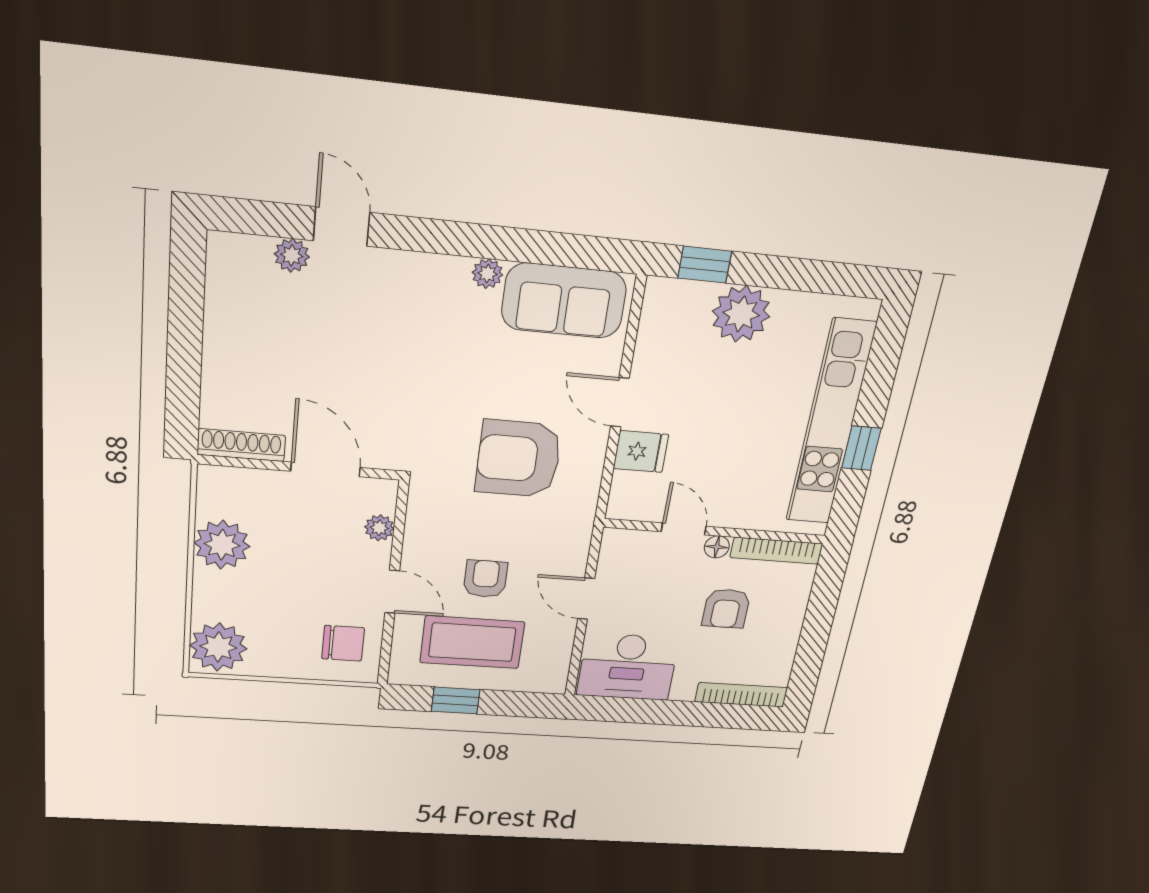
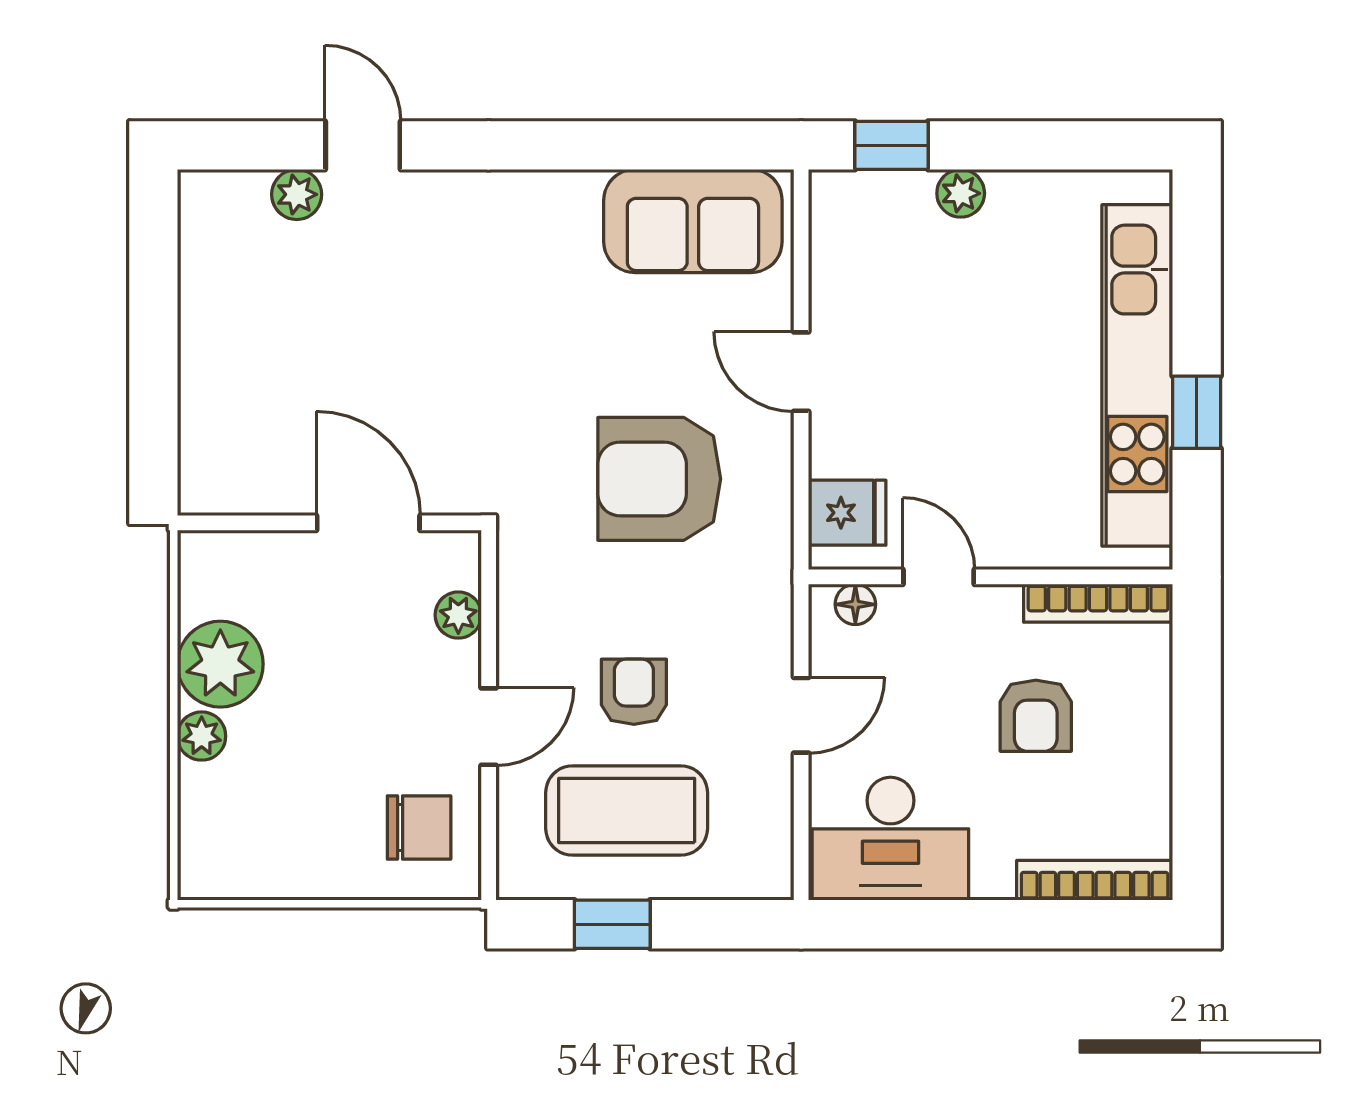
plant: (487, 274) -> (576, 192), removed
plant: (741, 314) -> (961, 193), width x0.53, depth x0.53
shoe rack: (241, 445) -> (241, 494), removed
fridge: (641, 452) -> (847, 513), moved
floor lamp: (717, 547) -> (855, 604), moved
door: (392, 592) -> (489, 727), hinge flipped
door: (586, 599) -> (801, 715), swing flipped
plant: (218, 647) -> (202, 736), moved, width x0.53, depth x0.53

